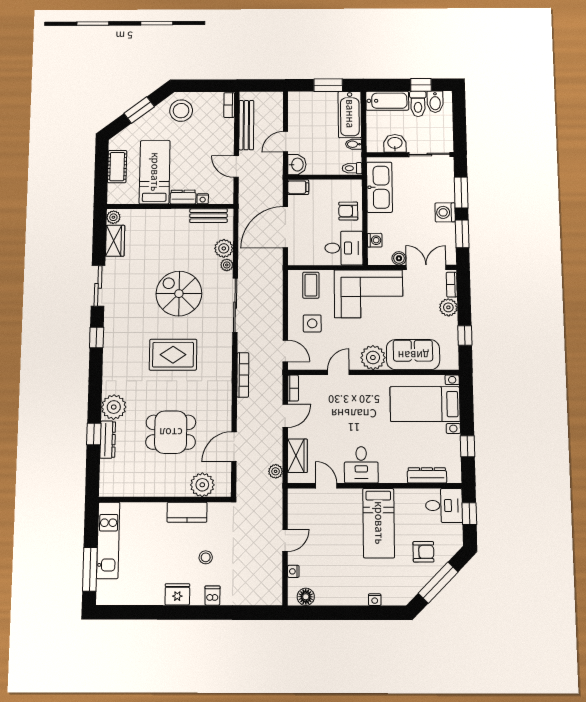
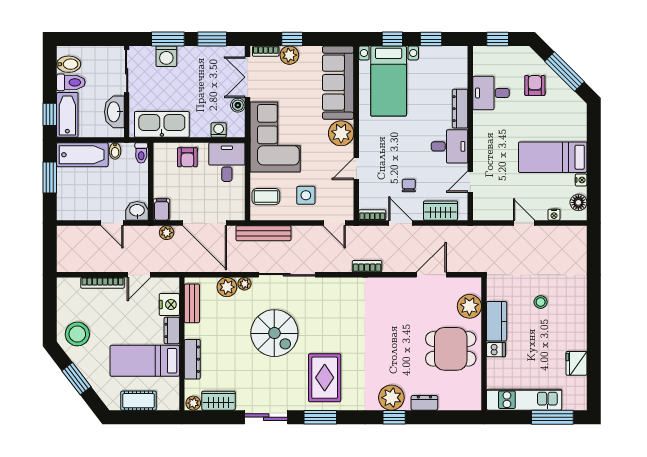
window: (421, 85) -> (50, 114), moved
bookcase: (229, 105) -> (103, 283), moved, width x1.56
bench: (246, 125) -> (263, 233), moved
washbasin: (395, 143) -> (114, 112), width x1.38
nightstand: (203, 199) -> (169, 304), width x1.89, depth x1.79
washing machine: (445, 212) -> (166, 56), moved
dresser: (155, 216) -> (192, 359), added
spiral stairs: (179, 294) -> (274, 333), turned -90
window: (465, 336) -> (292, 39), moved
window: (97, 338) -> (320, 417), width x1.50
door: (285, 351) -> (334, 223), swing flipped
rug: (173, 355) -> (325, 378), moved
sofa: (413, 355) -> (338, 83), width x1.36
door: (338, 372) -> (356, 169), hinge flipped
bookcase: (243, 375) -> (367, 266), width x0.64
window: (467, 408) -> (392, 39), added
chair: (322, 424) -> (409, 185), added
dining table: (171, 432) -> (451, 349), moved, turned 90
window: (94, 434) -> (394, 417), moved
dresser: (108, 440) -> (424, 403), width x0.70
door: (234, 447) -> (431, 275), swing flipped
plant: (276, 471) -> (167, 233), moved
dresser: (427, 475) -> (460, 109), moved
desk: (444, 505) -> (491, 93), moved, turned -90
bed: (379, 523) -> (553, 157), moved, turned 180
fridge: (177, 594) -> (576, 363), moved
dishwasher: (212, 596) -> (496, 350), moved, turned 180
nightstand: (375, 600) -> (581, 180), moved

